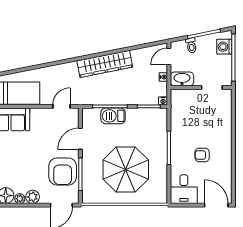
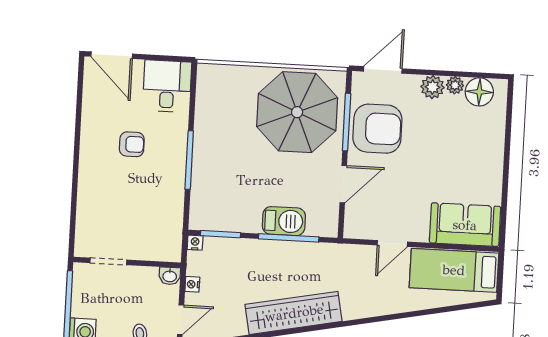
washbasin: (182, 79) -> (170, 276), width x0.52, depth x0.69
door: (61, 106) -> (392, 243), moved
parasol: (126, 170) -> (297, 112), moved
armchair: (63, 171) -> (377, 129), turned 90

